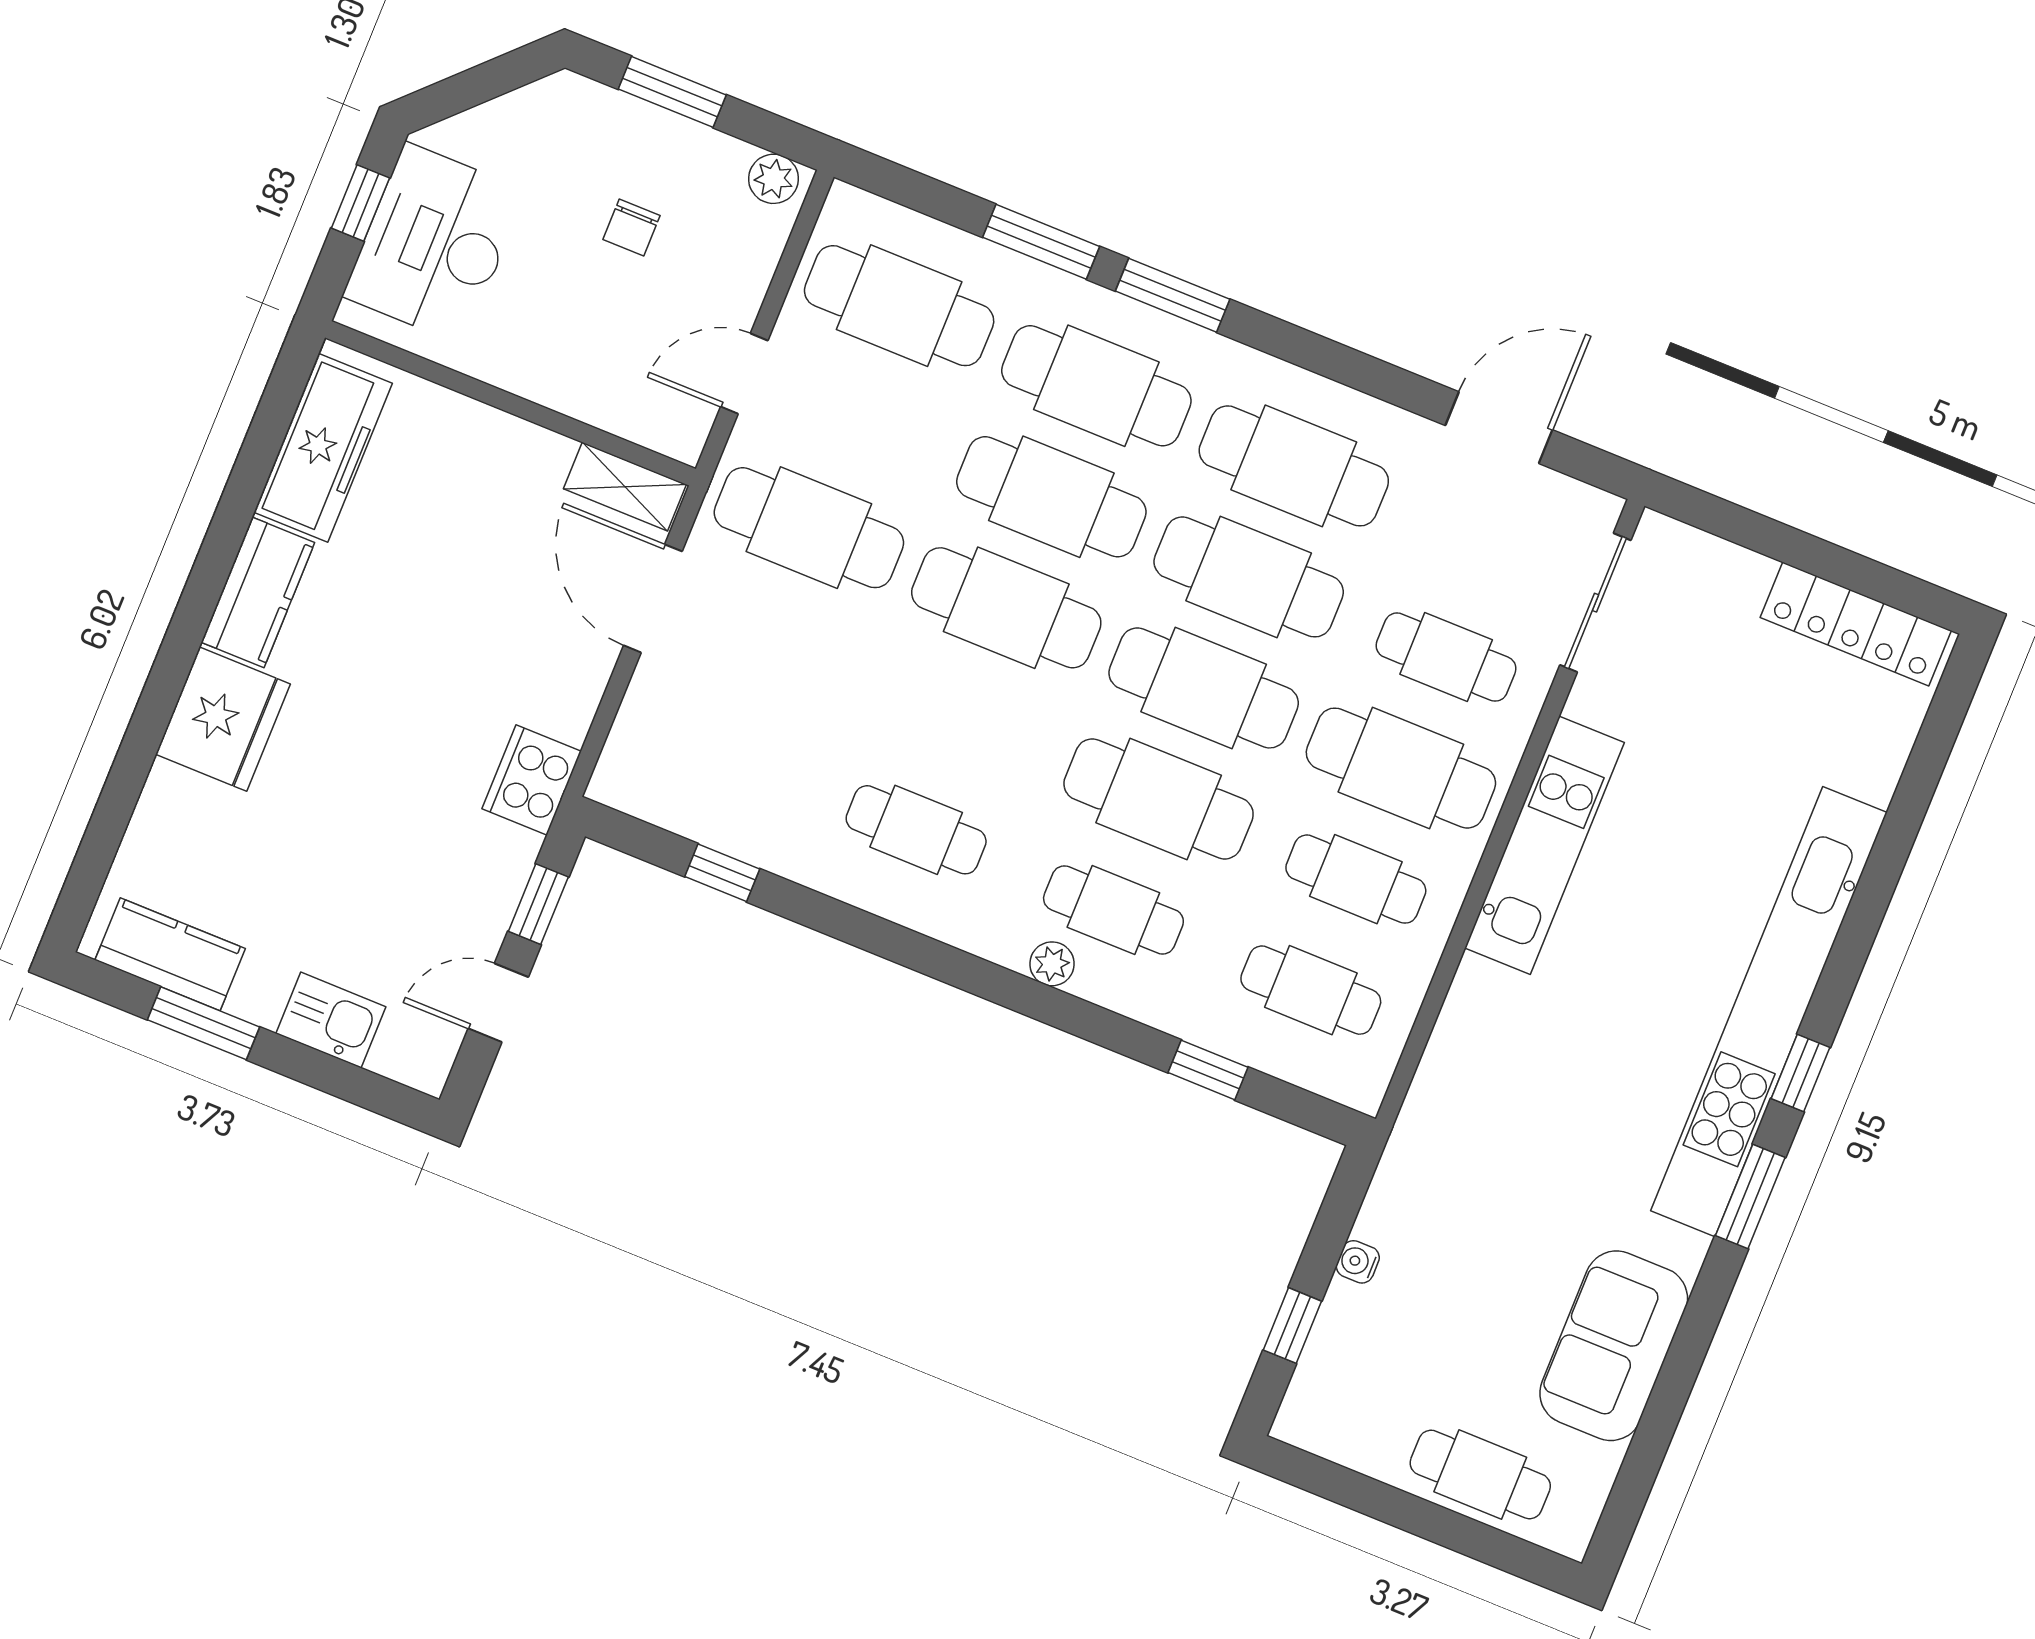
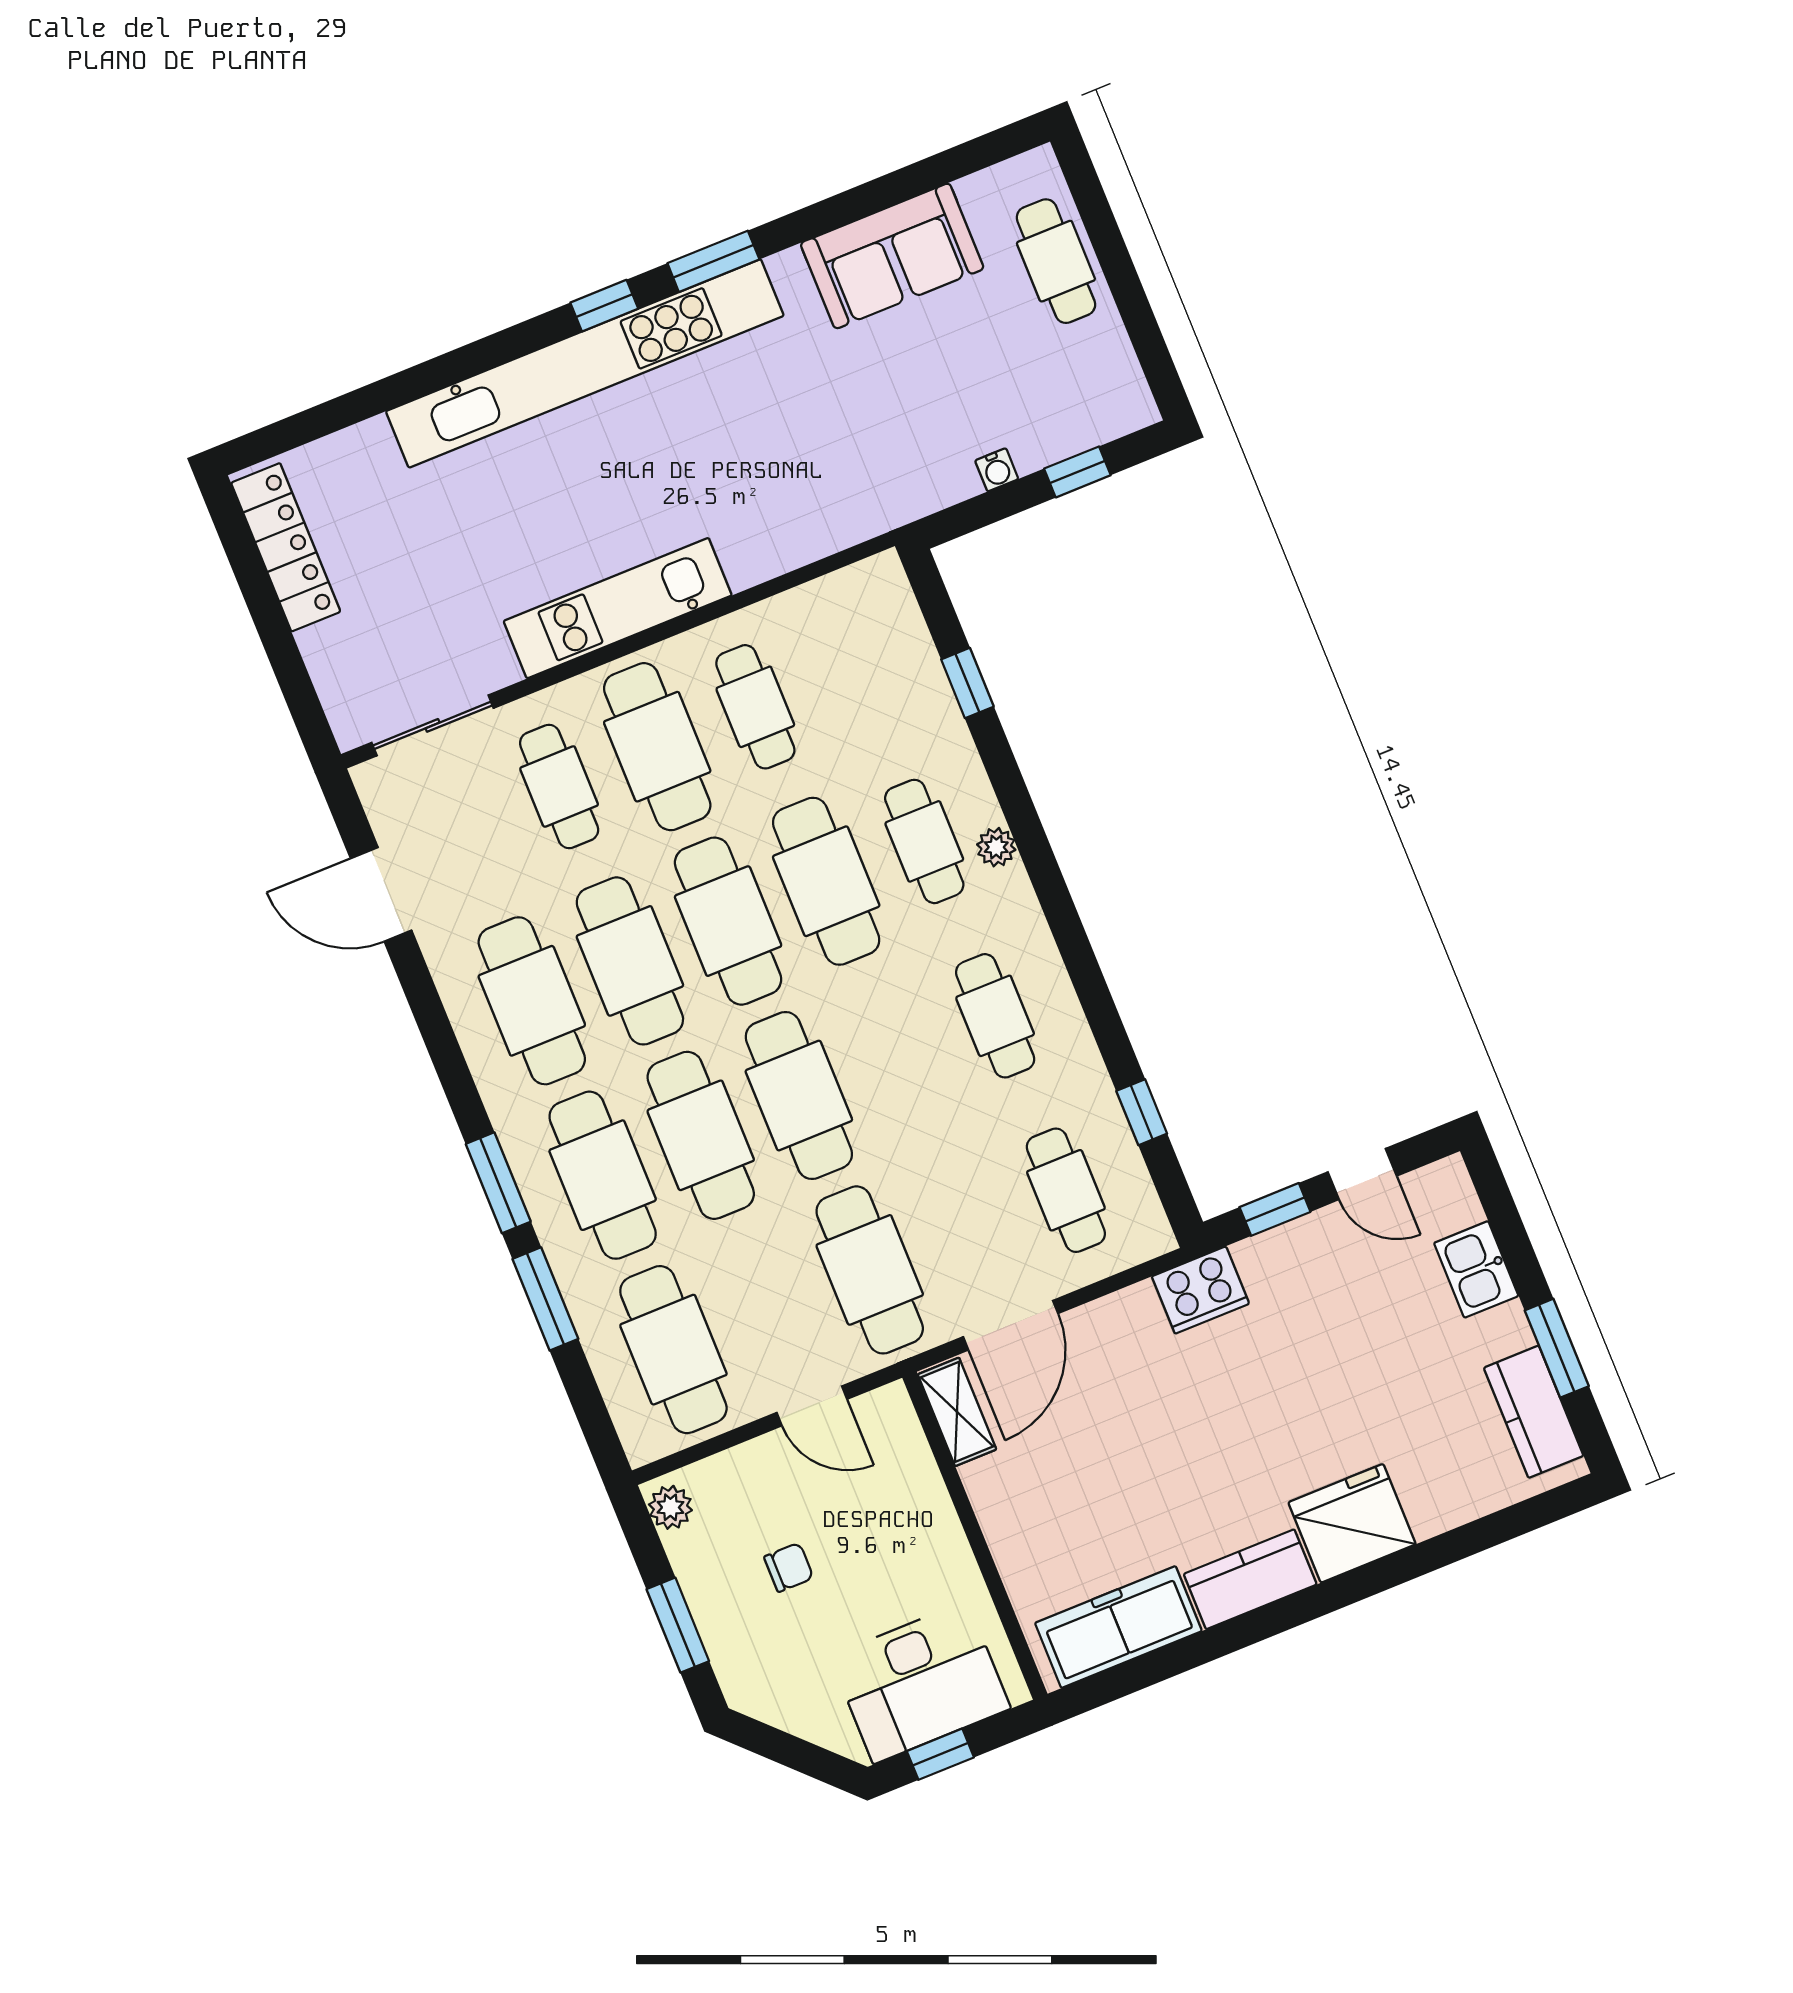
cafe table: (1311, 990) -> (1066, 1190), moved

